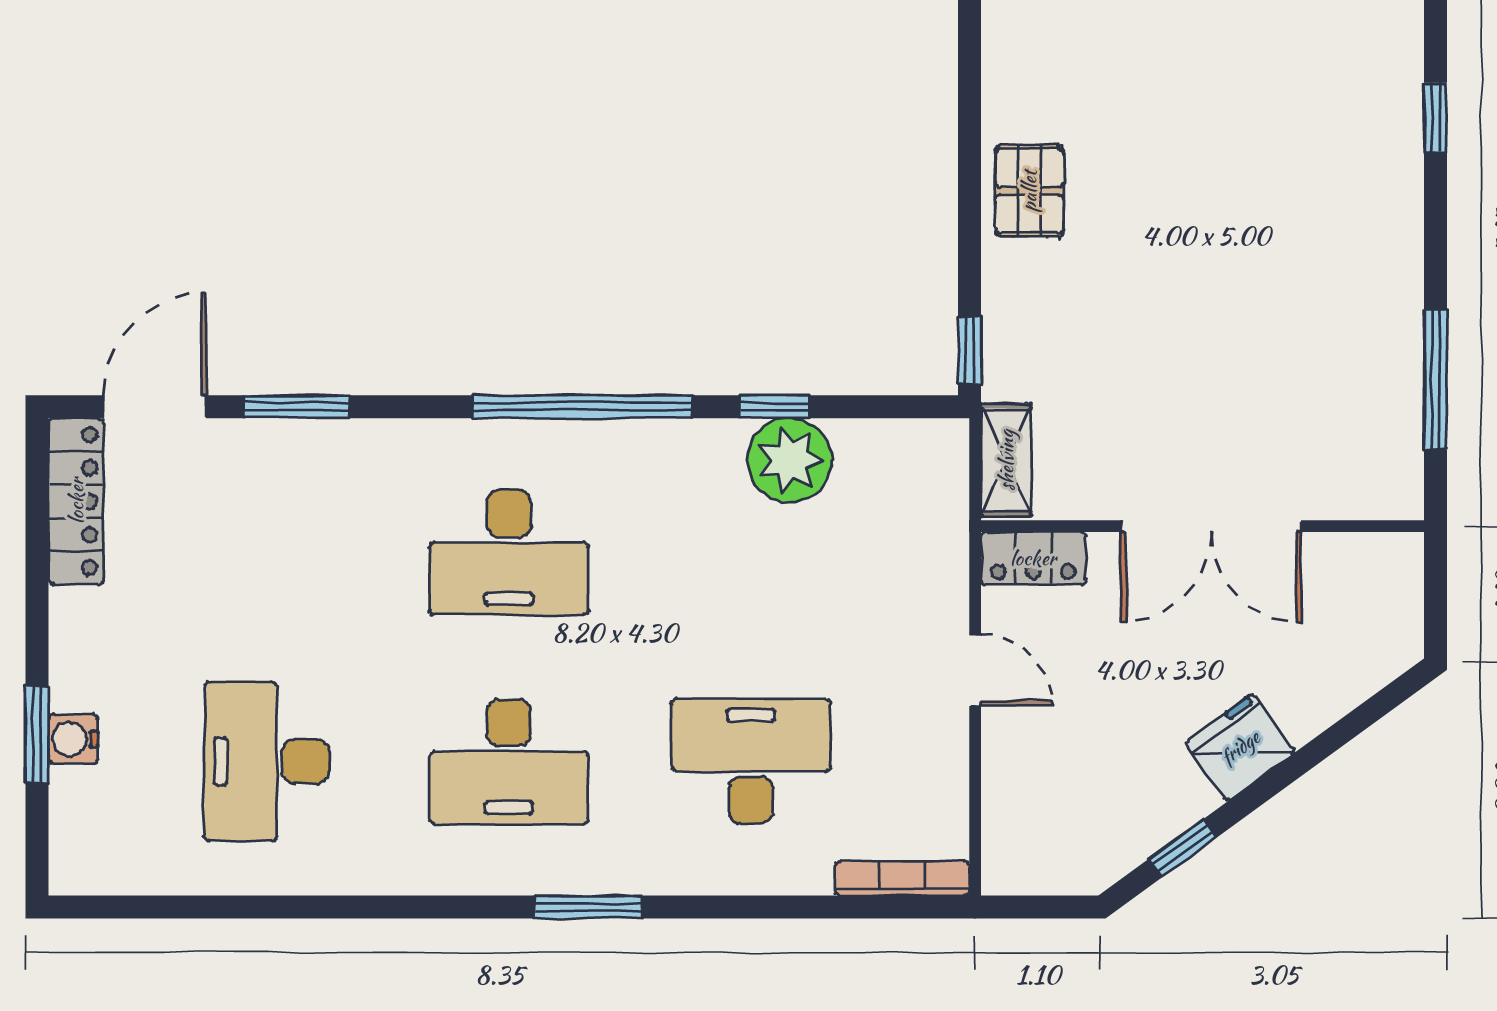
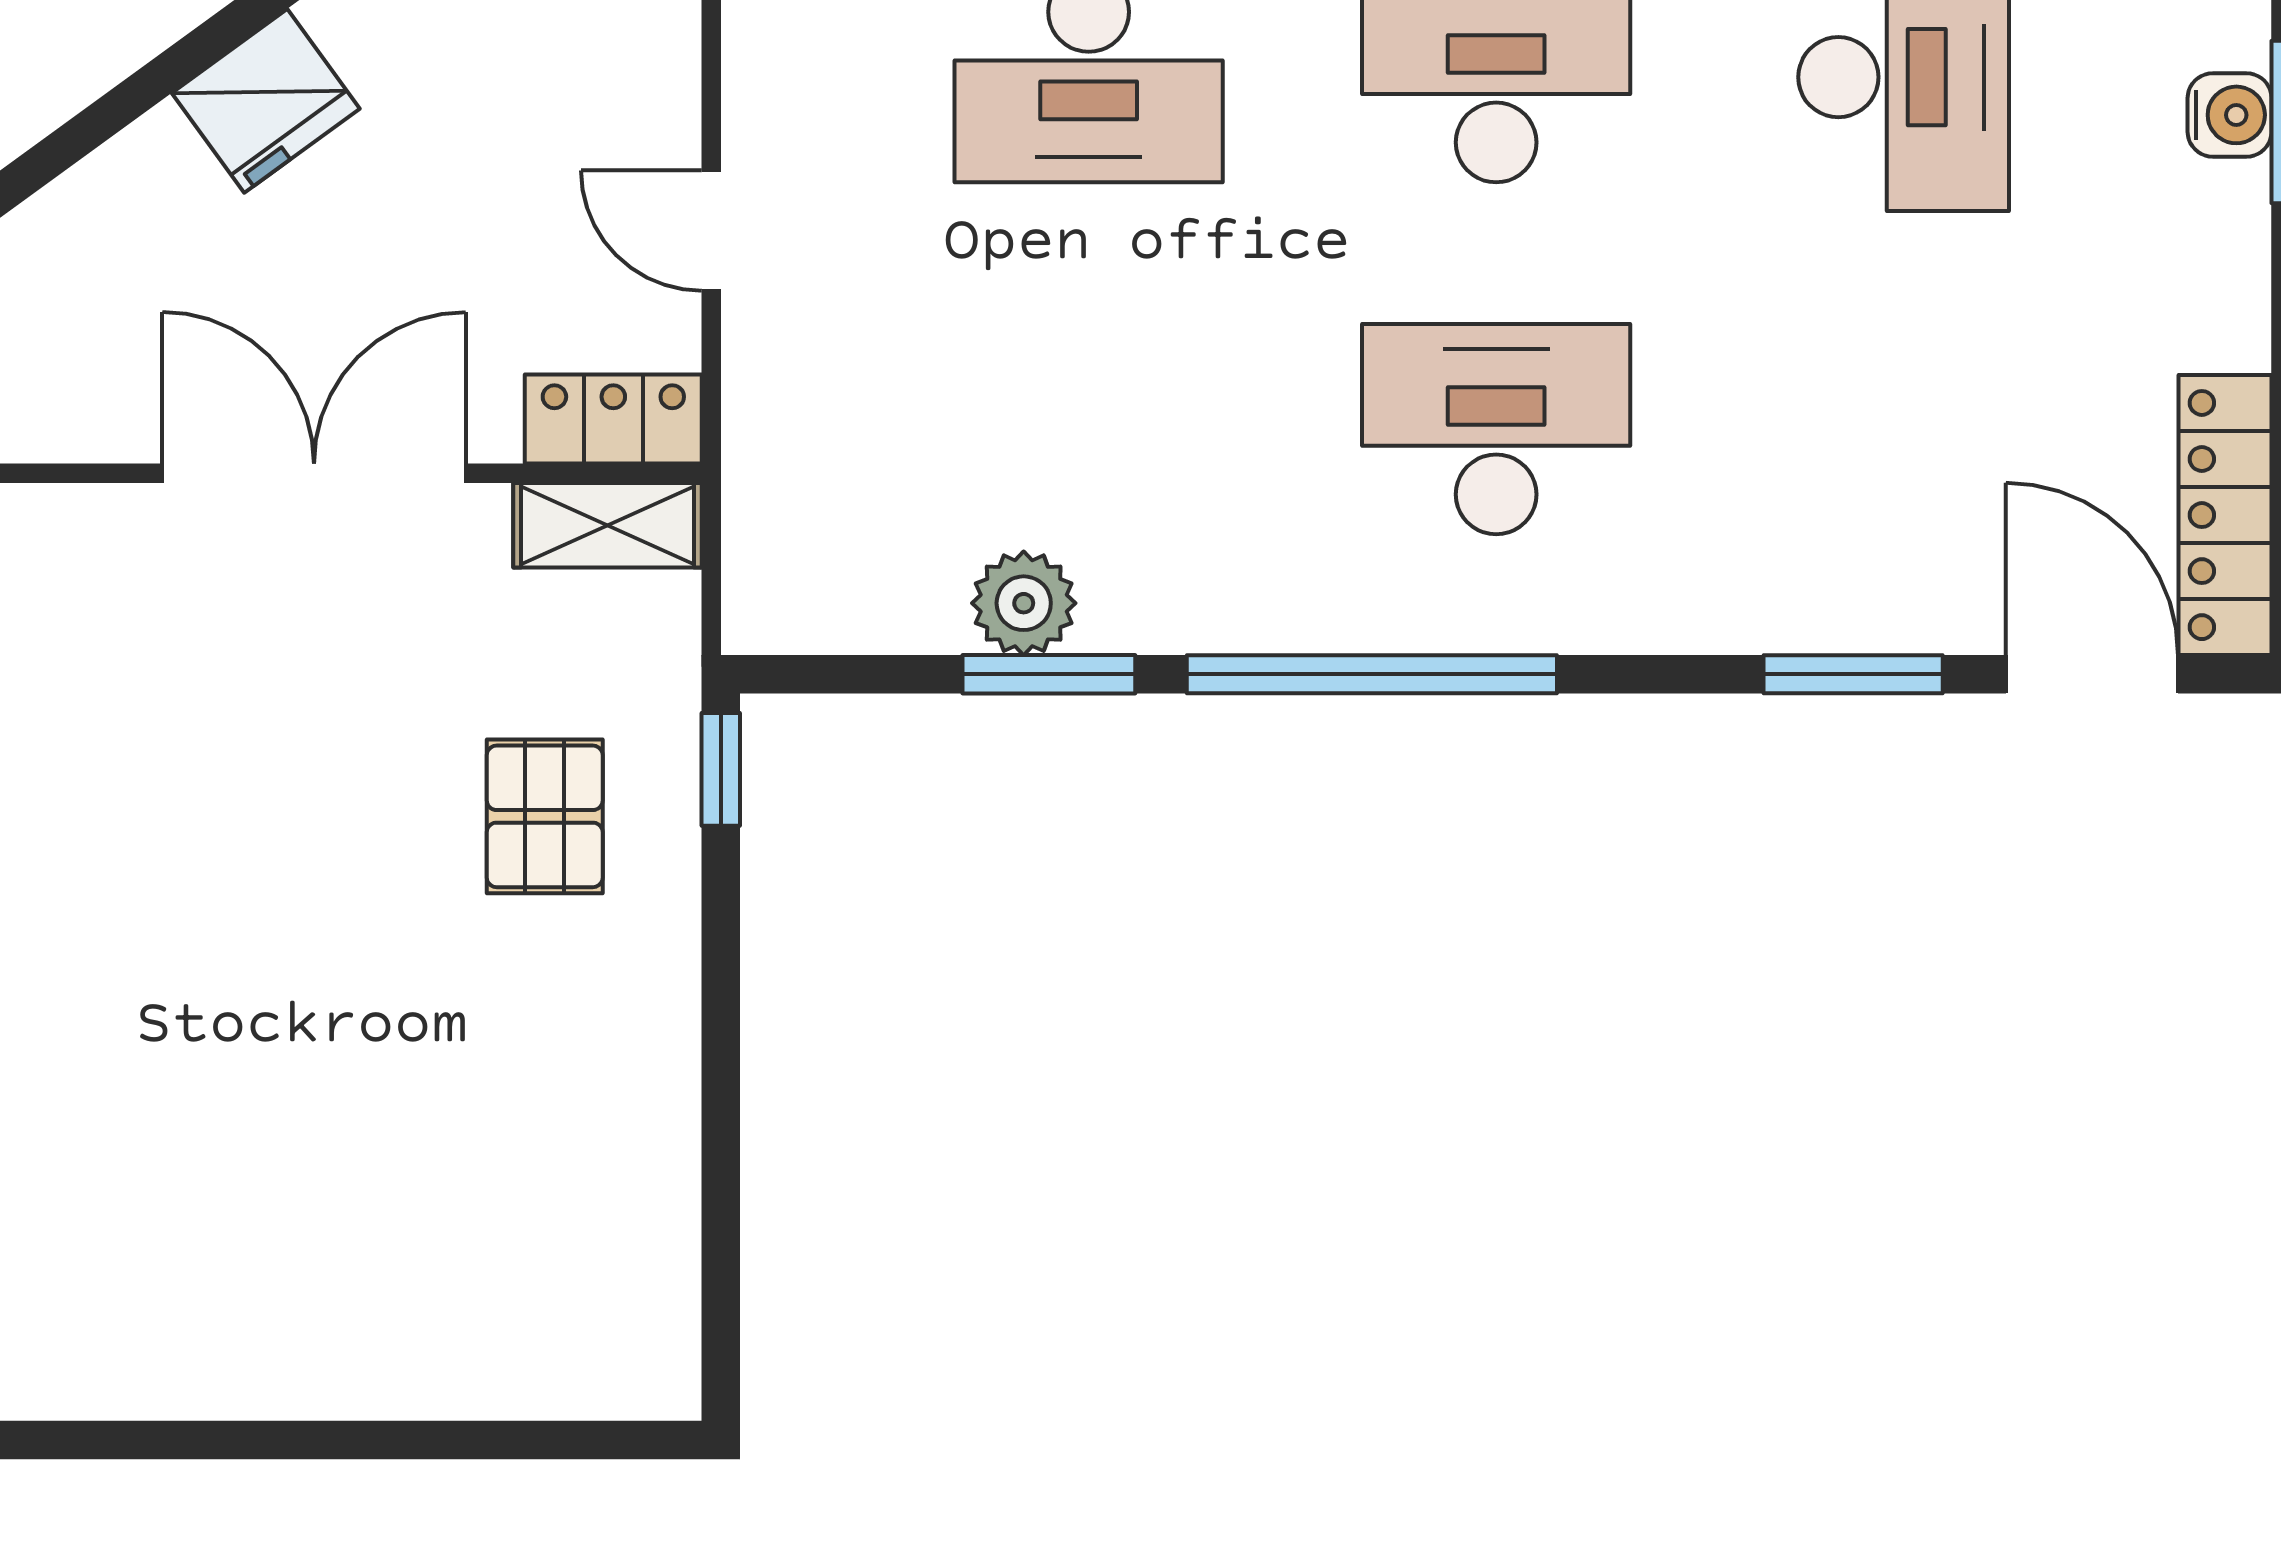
pallet: (1029, 191) -> (545, 816), moved
door: (155, 407) -> (2092, 674), swing flipped
window: (775, 407) -> (1049, 674), width x1.50
plant: (789, 460) -> (1024, 603), width x0.73, depth x0.73
shelving: (1006, 460) -> (608, 525), moved, turned 90

